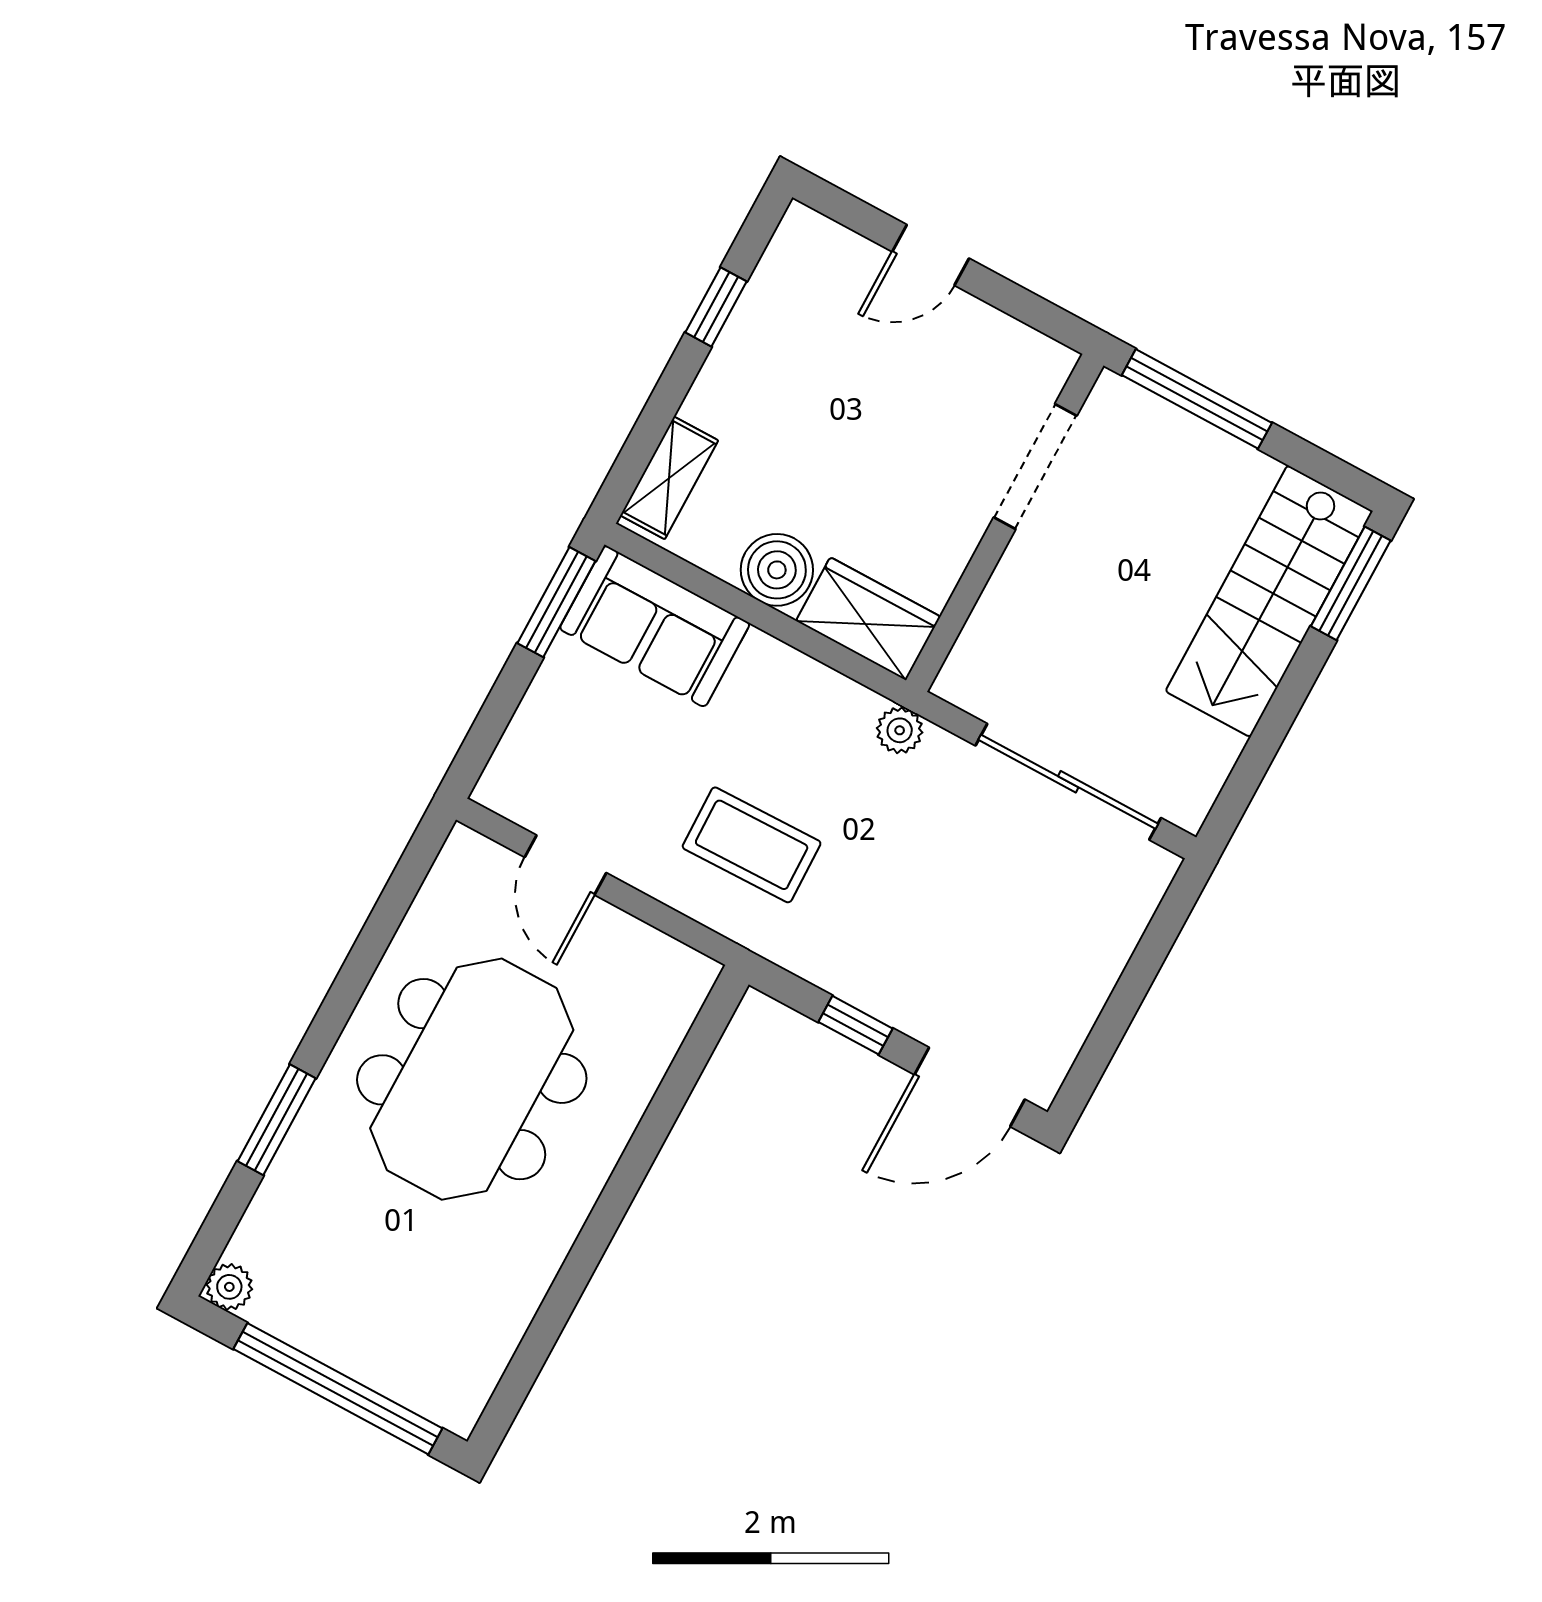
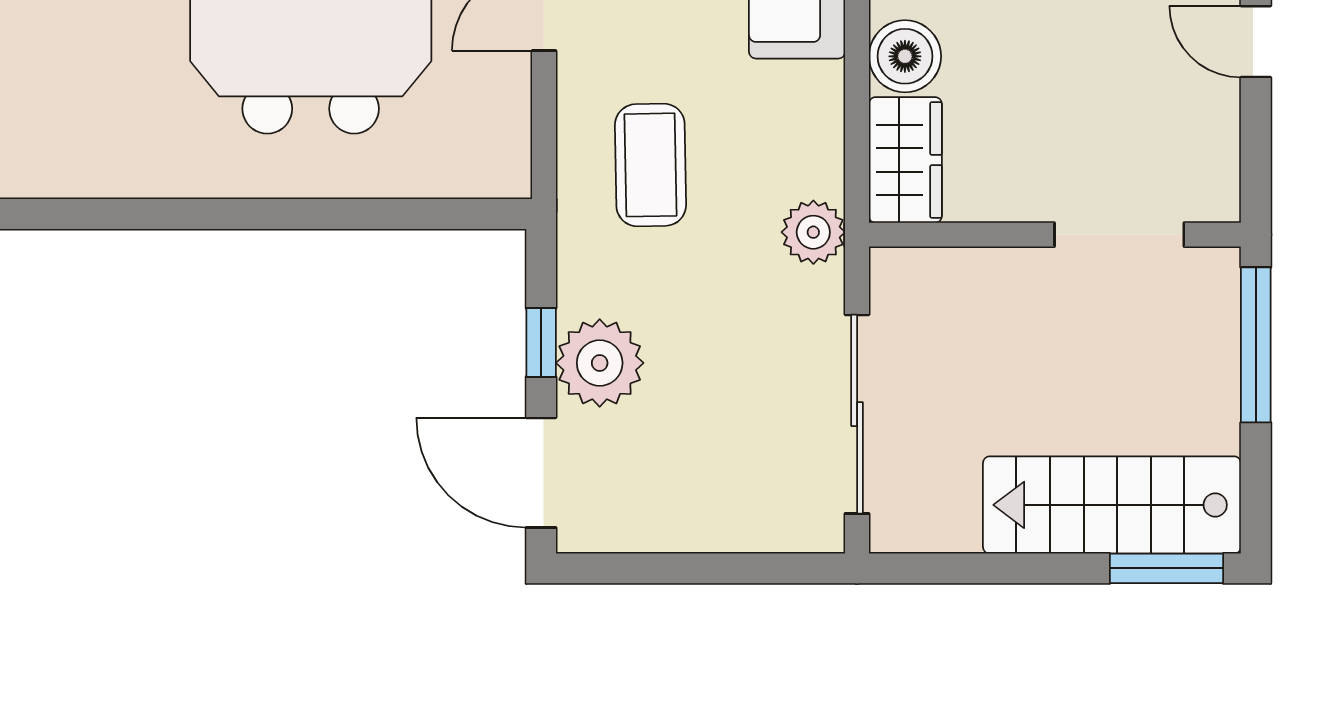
plant: (900, 730) -> (813, 232), width x1.38, depth x1.38
plant: (901, 983) -> (600, 363), added

